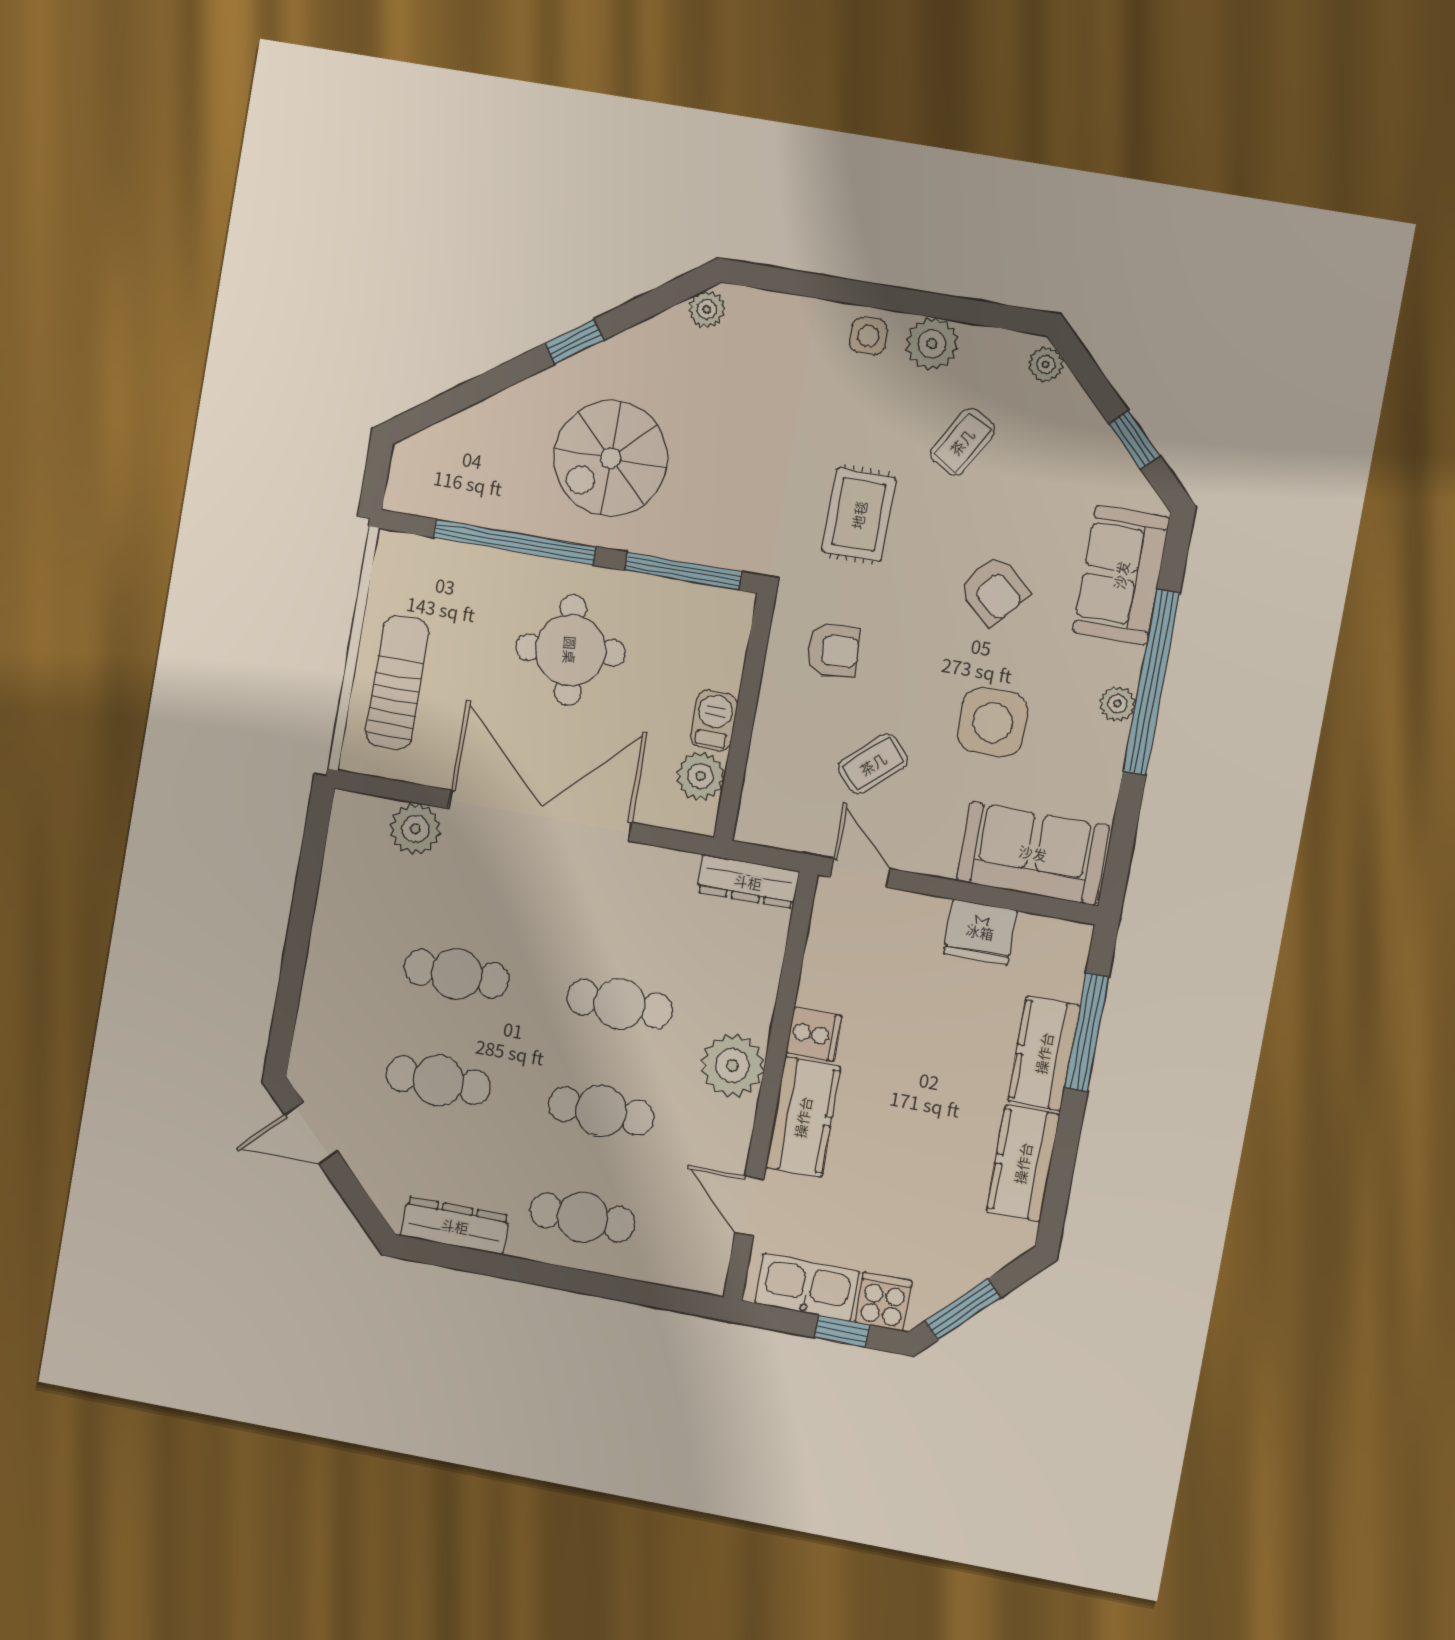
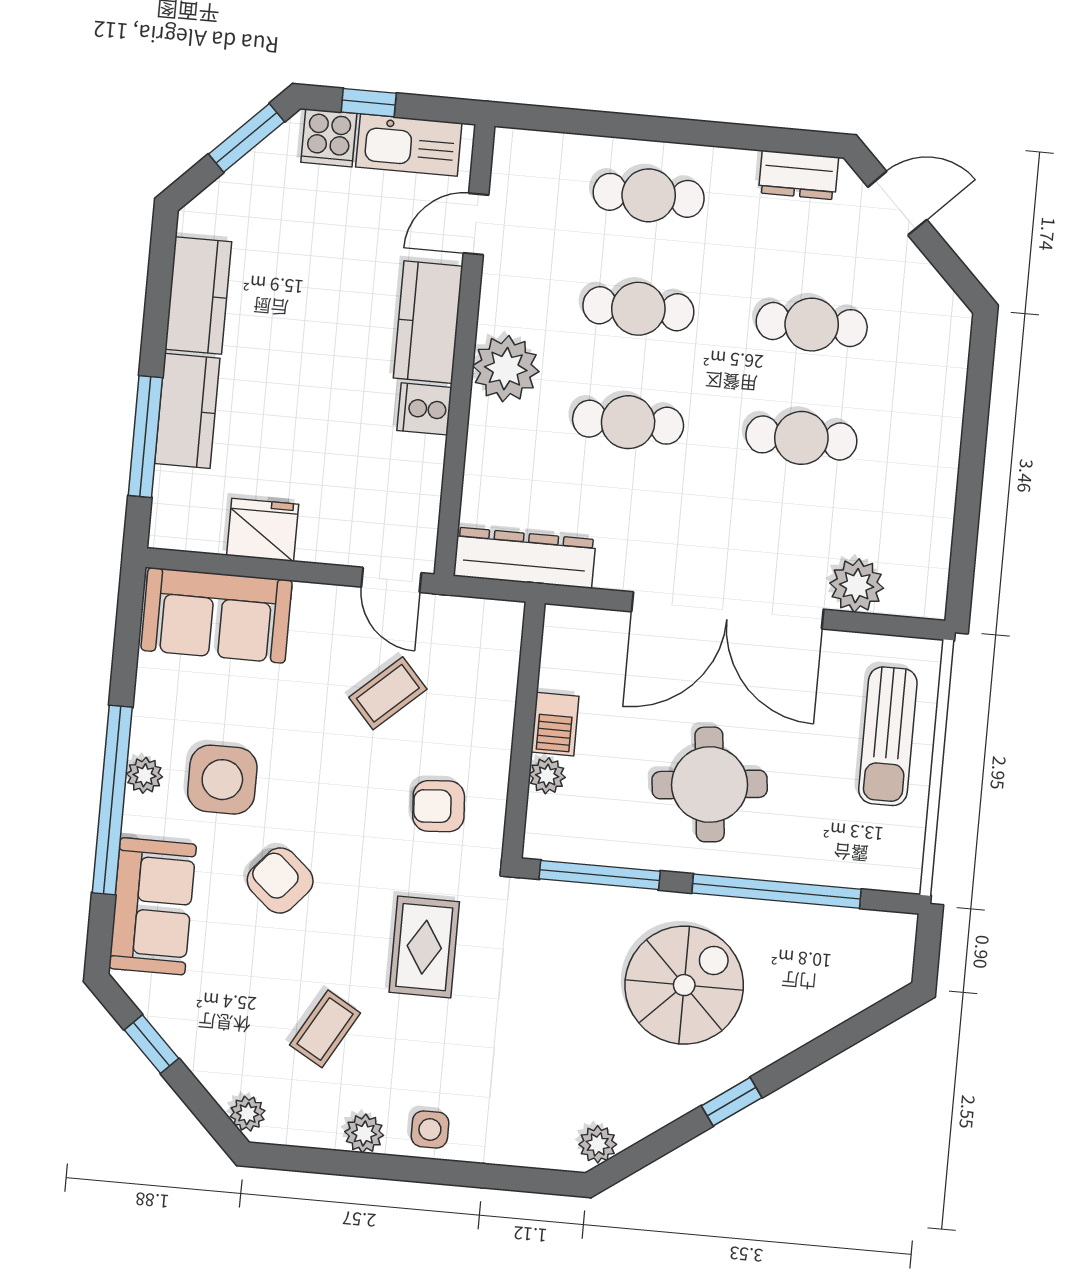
plant: (932, 344) -> (364, 1133), width x0.73, depth x0.73
side table: (993, 722) -> (222, 780), moved
plant: (700, 776) -> (547, 776), moved, width x0.73, depth x0.73
dresser: (748, 882) -> (525, 558), width x1.37, depth x1.24
door: (311, 1133) -> (897, 203), moved
door: (749, 1206) -> (476, 224), swing flipped
dresser: (455, 1226) -> (799, 175), width x0.70

